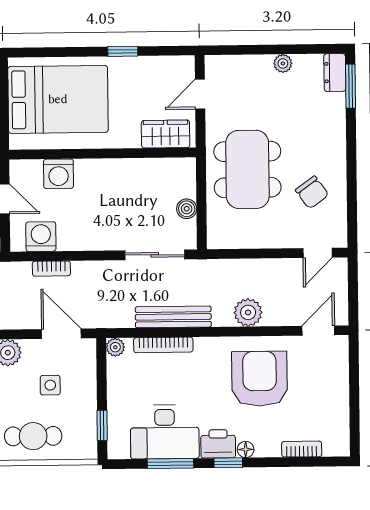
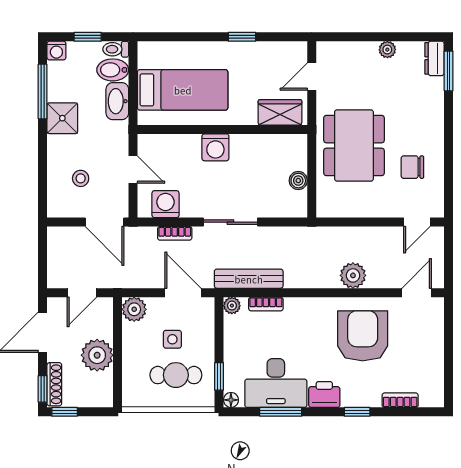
bed: (58, 99) -> (183, 90), width x0.67
washing machine: (58, 174) -> (215, 147), moved
chair: (312, 192) -> (412, 167), turned 126
sliding door: (155, 255) -> (230, 222), moved
bench: (173, 317) -> (249, 279), moved
bookcase: (163, 345) -> (266, 304), width x0.64
cafe table: (33, 436) -> (176, 375), moved
floor lamp: (246, 449) -> (231, 400), moved
window: (228, 463) -> (357, 412), moved

